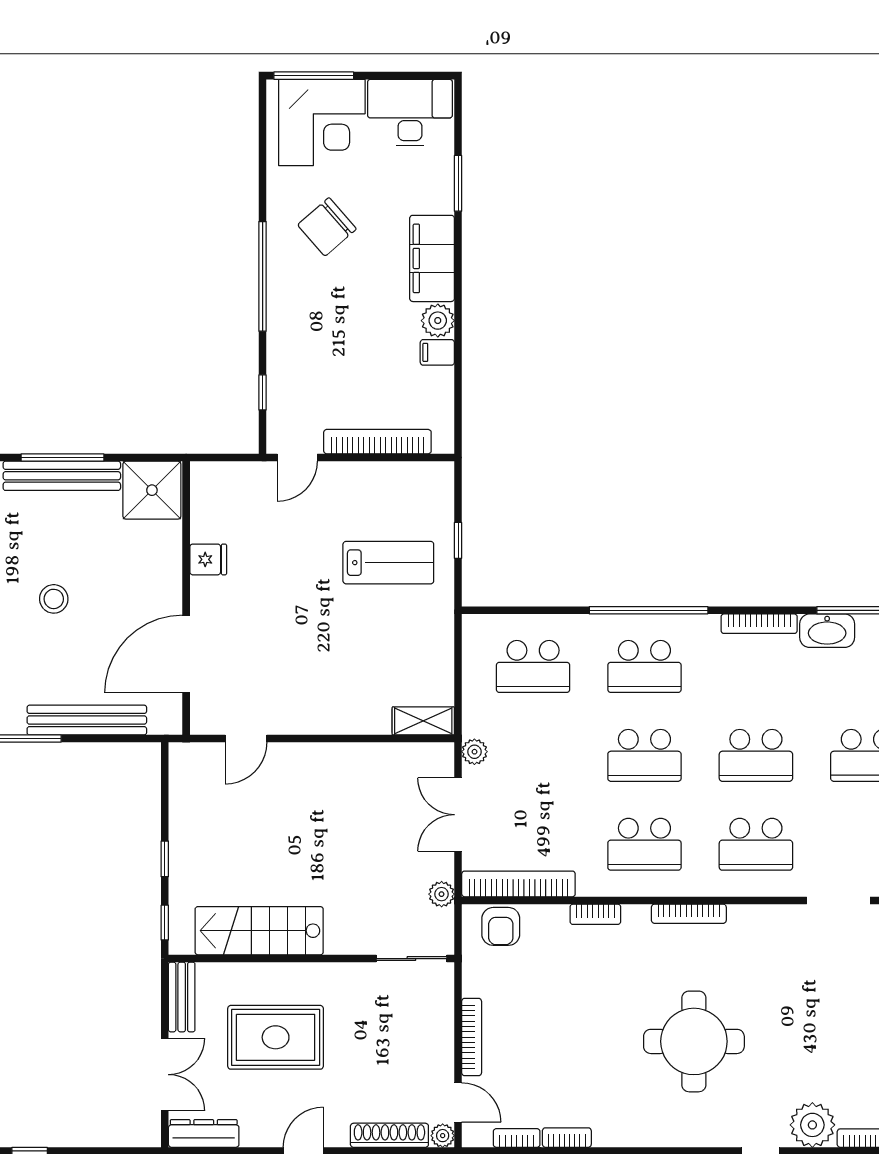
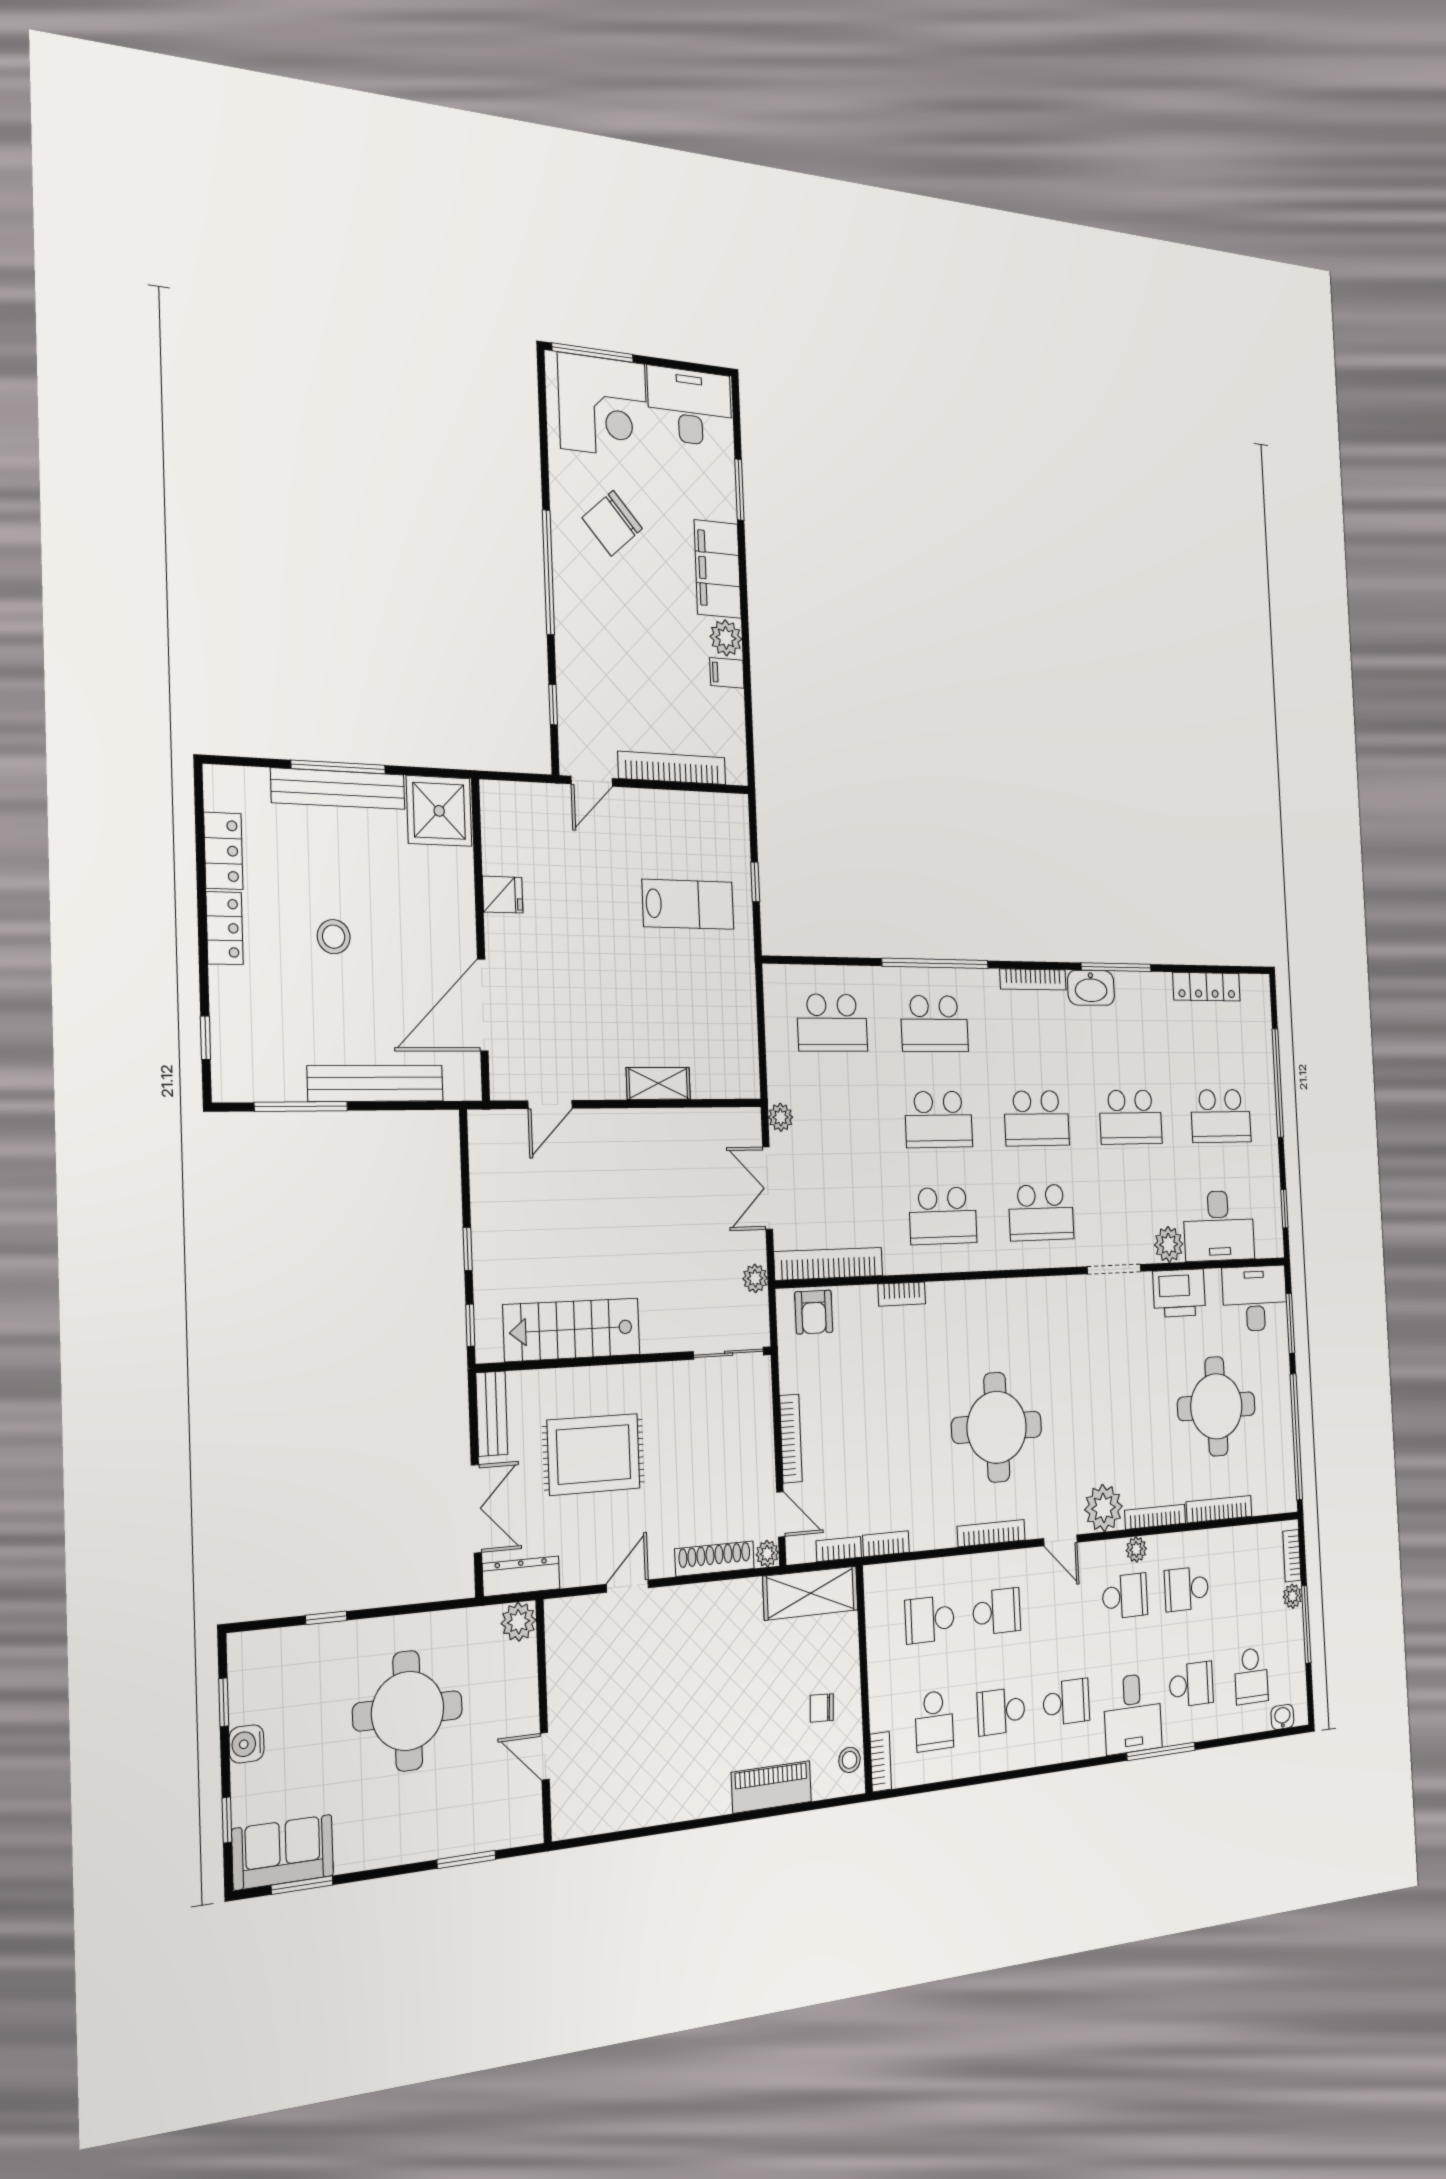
shelving: (423, 721) -> (658, 1083), moved
bookcase: (689, 914) -> (991, 1533), moved, turned 180

